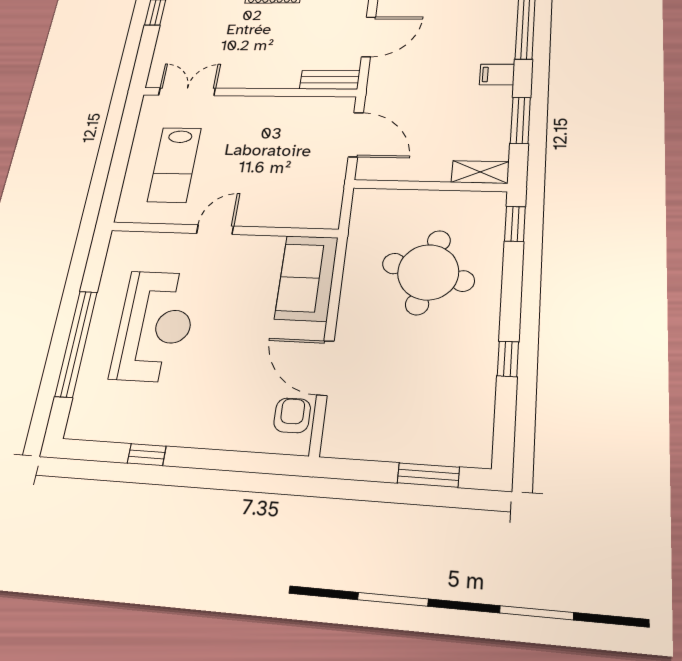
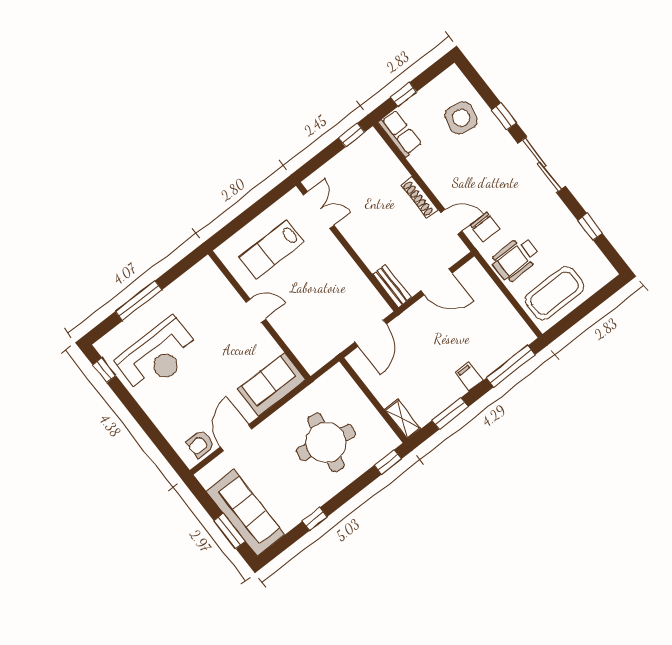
reception desk: (155, 326) -> (158, 356), moved
window: (76, 343) -> (139, 301), width x0.68
armchair: (292, 415) -> (201, 444), turned 180
sofa: (424, 435) -> (245, 513), added
window: (147, 455) -> (104, 370), moved

